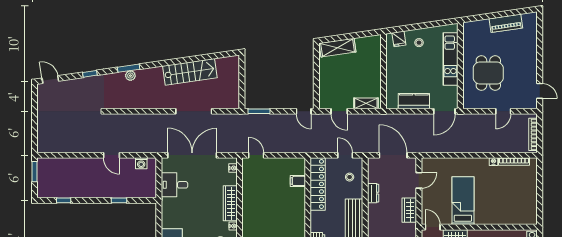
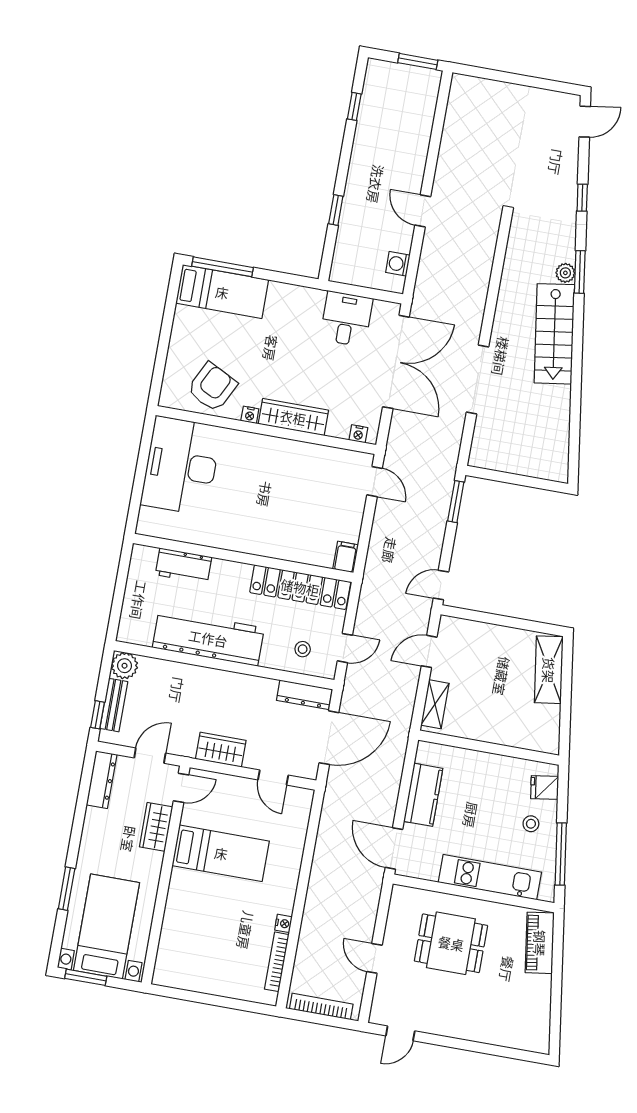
piano: (506, 23) -> (540, 943), moved
window: (432, 24) -> (561, 854), added
stairs: (190, 72) -> (554, 334), moved
door: (111, 155) -> (423, 211), hinge flipped
door: (256, 155) -> (375, 482), hinge flipped
filing cabinet: (298, 181) -> (346, 557), moved
dresser: (373, 193) -> (304, 695), moved, width x1.44

